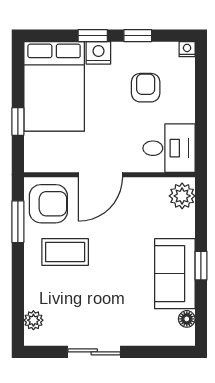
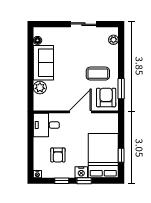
window: (18, 121) -> (121, 155), moved
plant: (182, 196) -> (40, 88), moved
armchair: (48, 204) -> (106, 97), turned 90
window: (201, 266) -> (30, 67), removed

